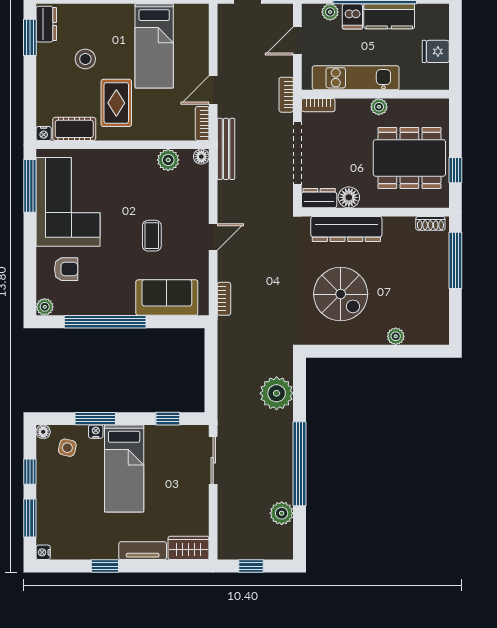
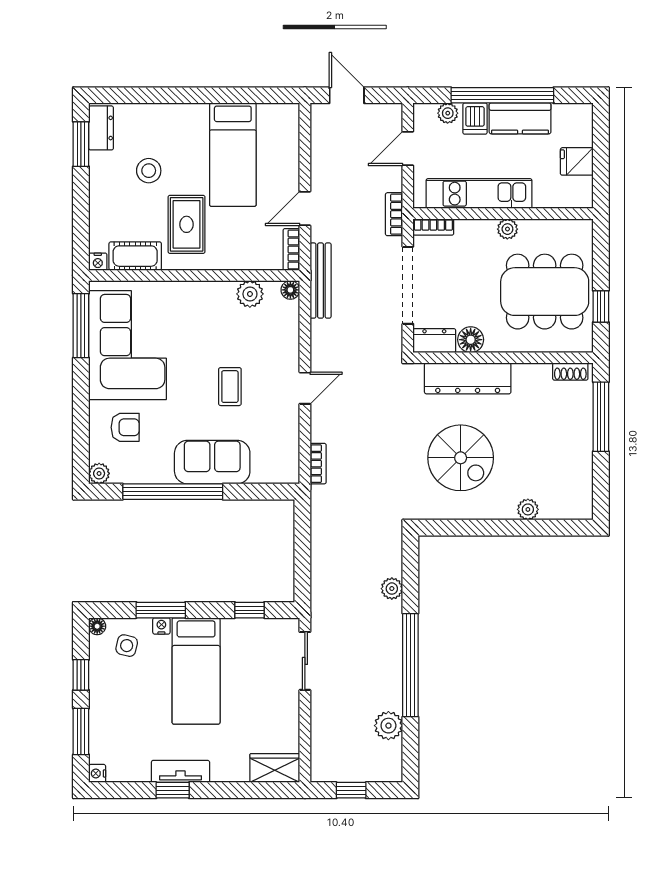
sofa: (167, 298) -> (212, 462), moved
plant: (277, 393) -> (392, 589), width x0.53, depth x0.53
tv unit: (143, 551) -> (180, 771), moved

